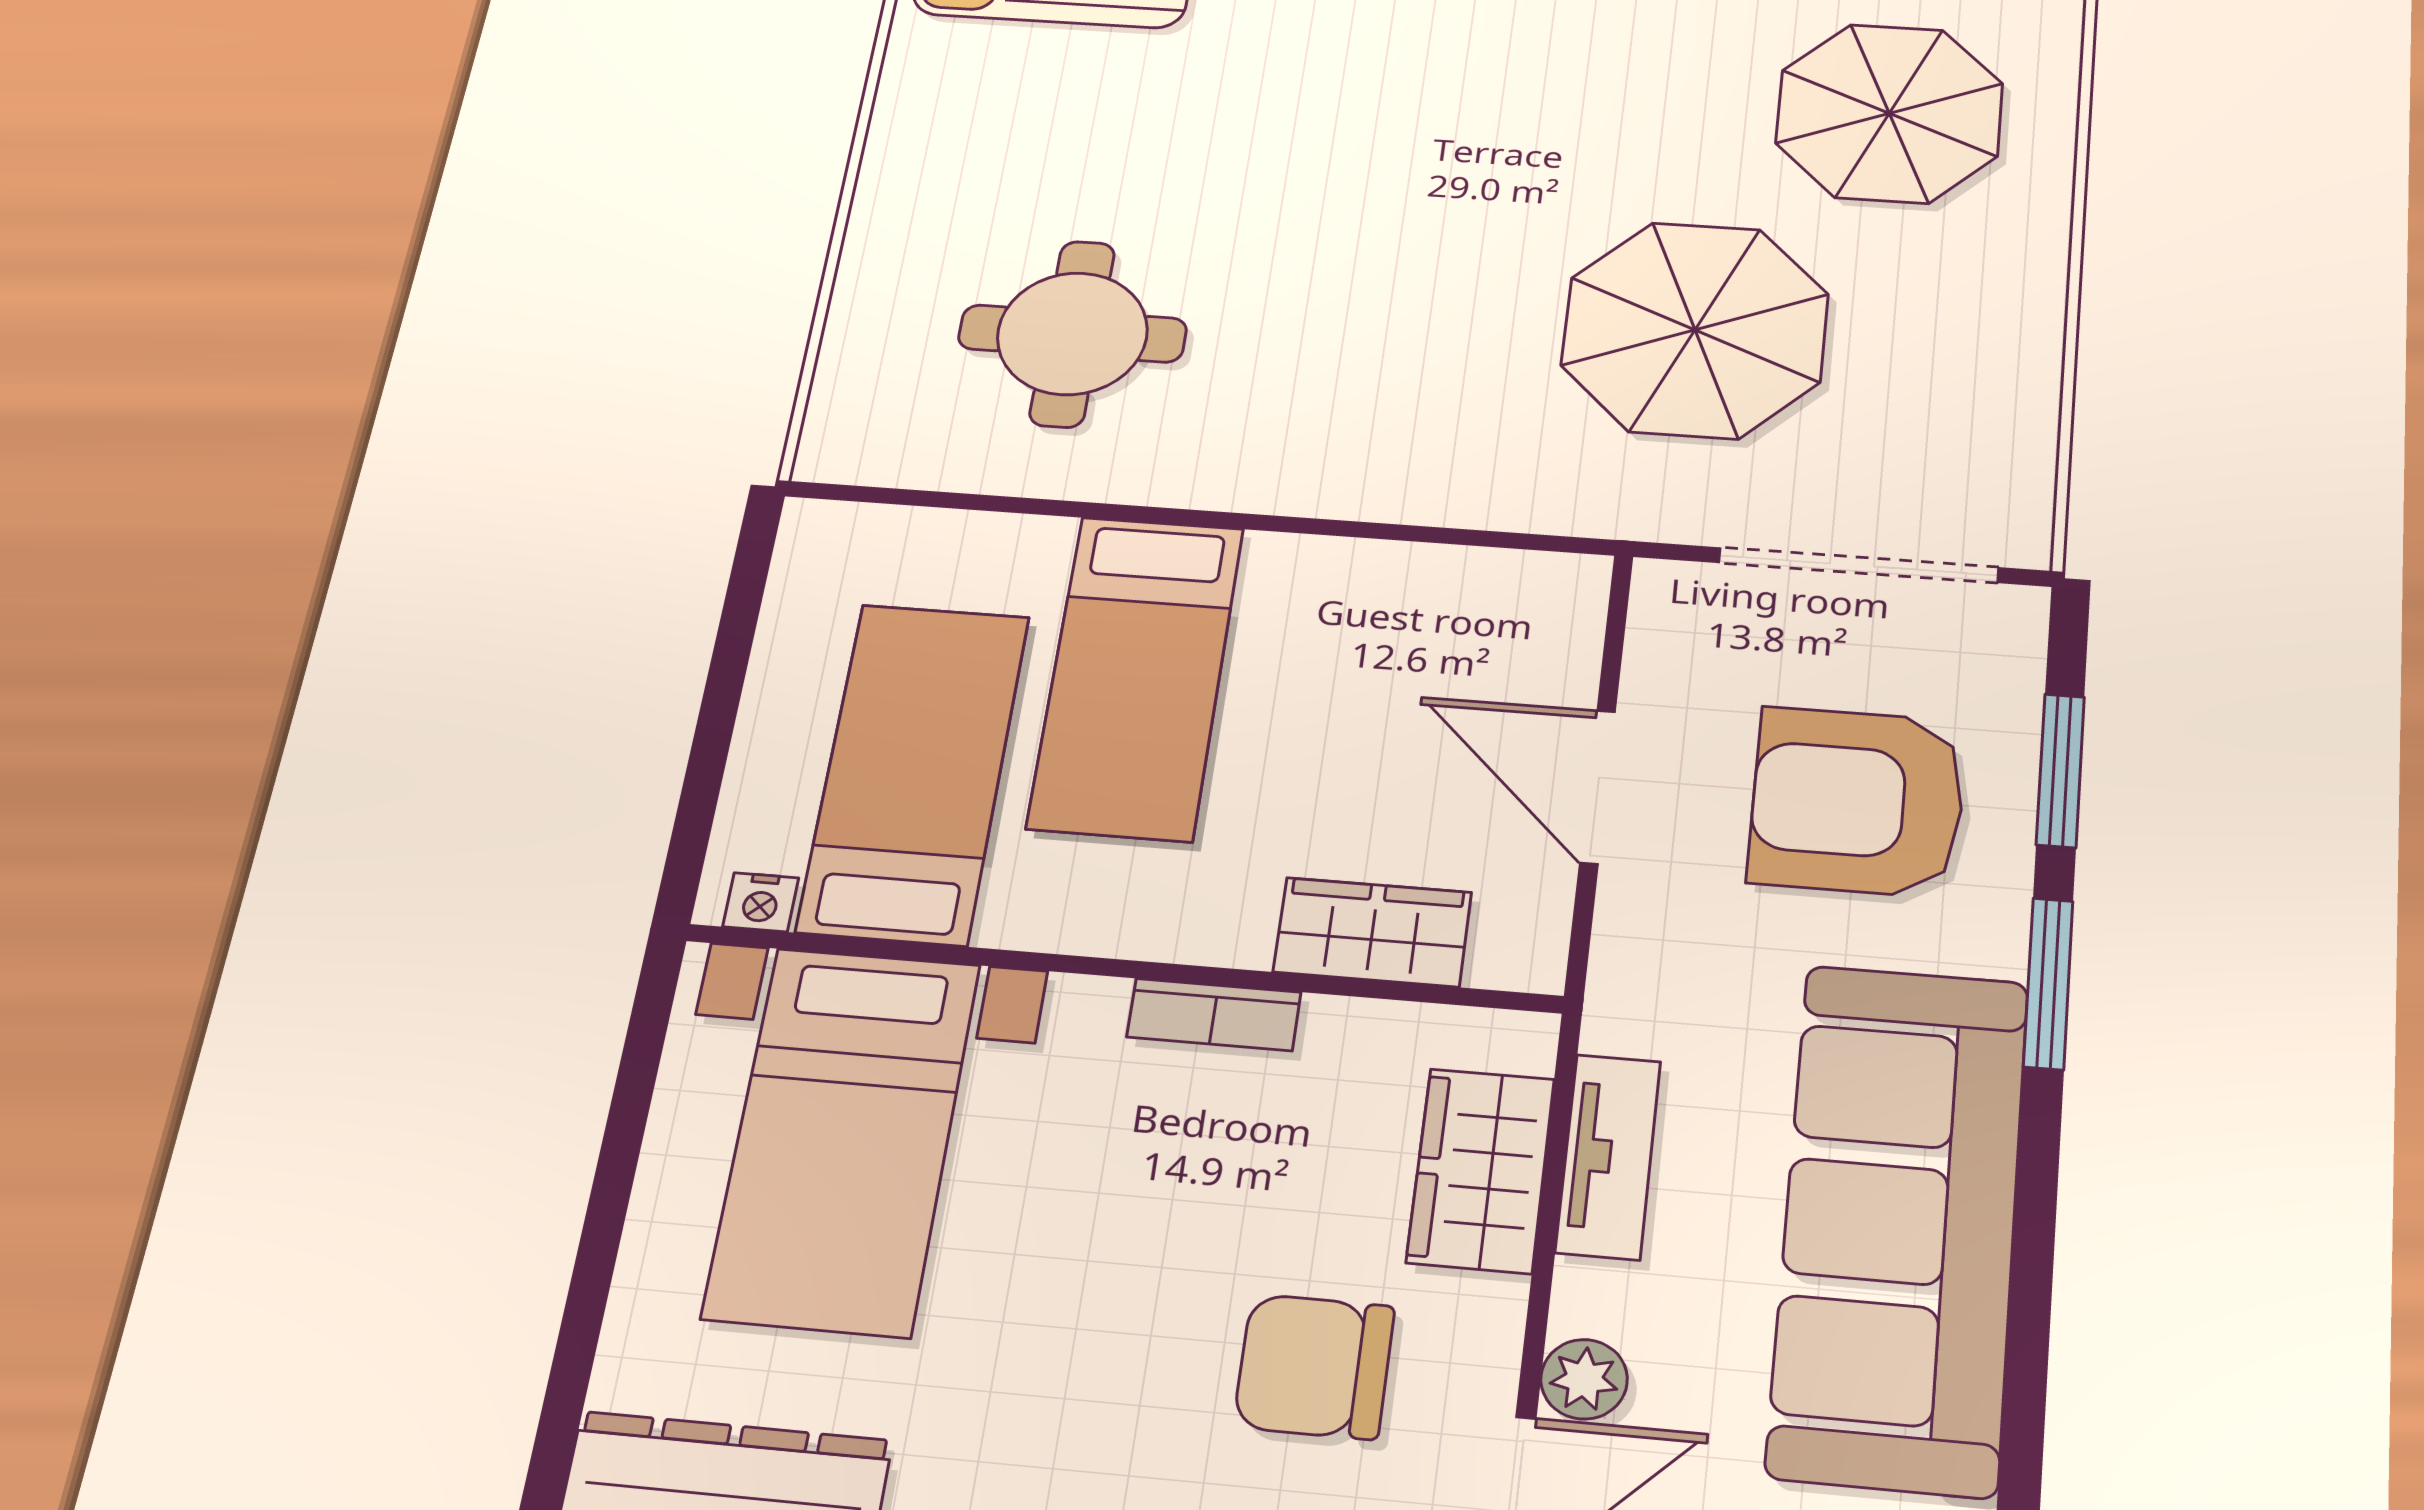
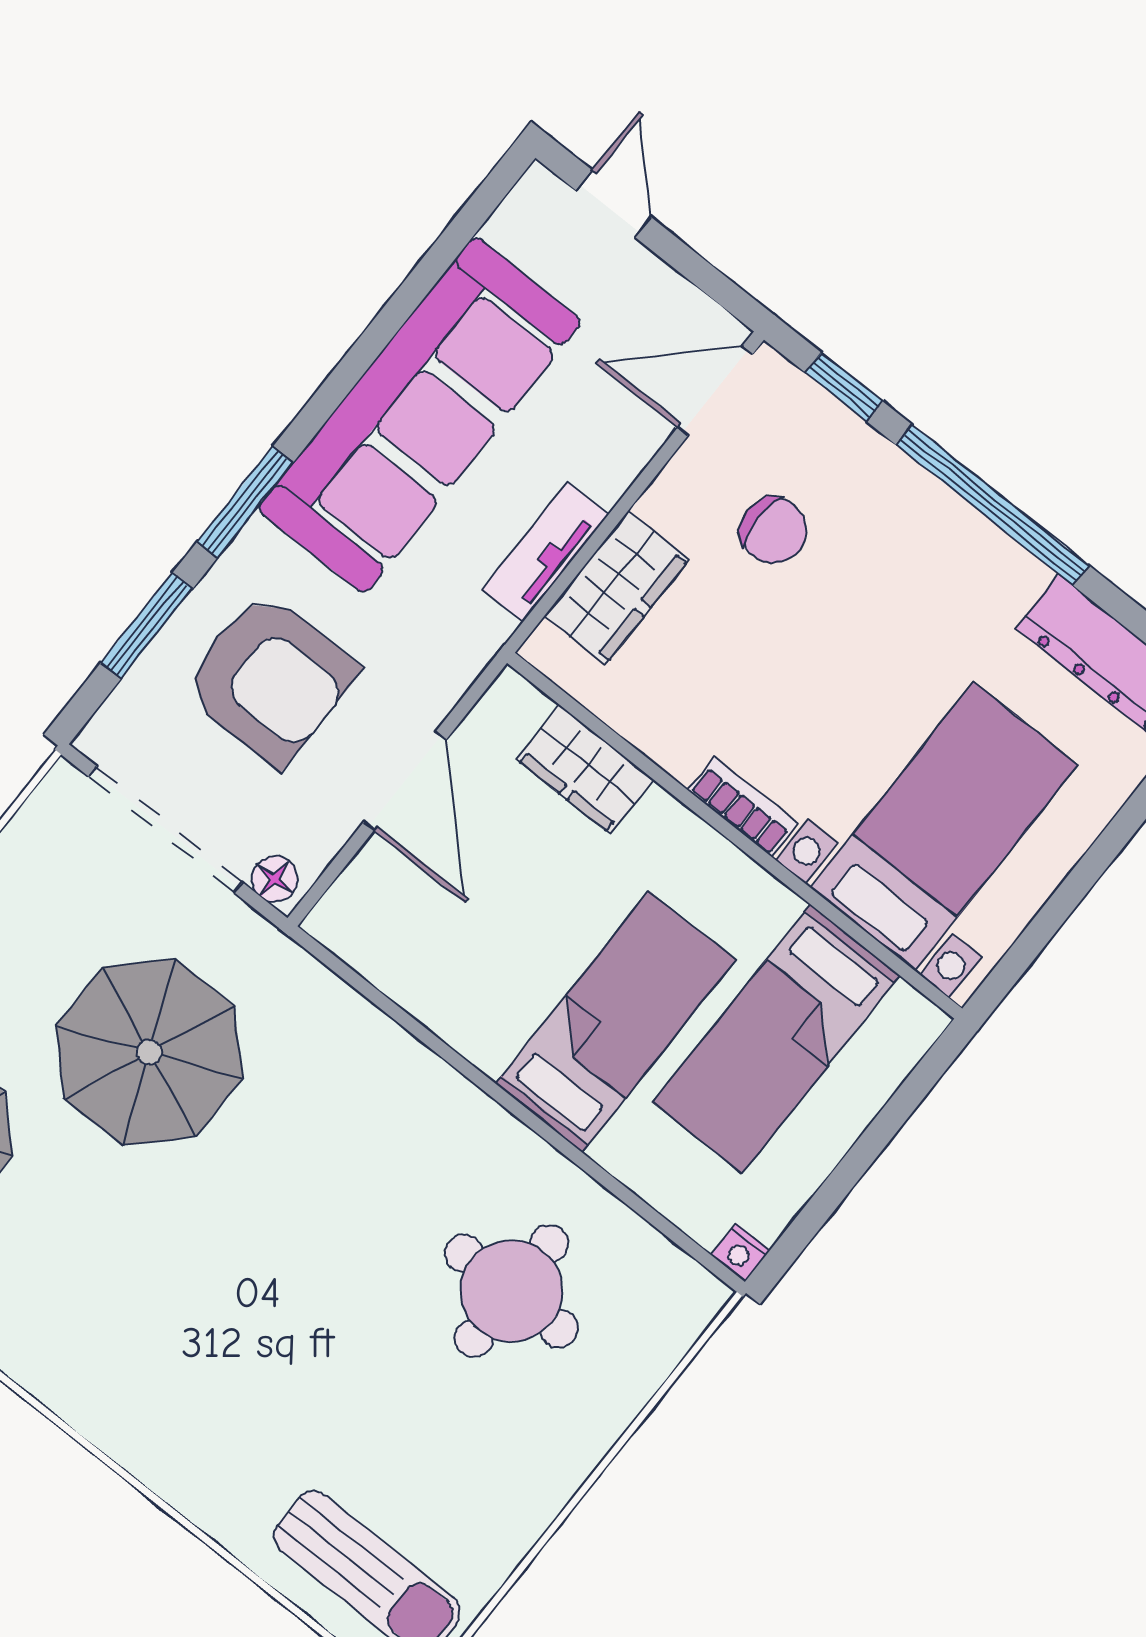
floor lamp: (1681, 589) -> (275, 879), added
nightstand: (761, 902) -> (741, 1253), moved, turned 180
bookcase: (1214, 1015) -> (743, 807), moved
chair: (1314, 1366) -> (773, 530), width x0.73, depth x0.73
plant: (1584, 1379) -> (639, 434), removed

